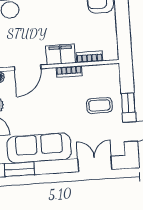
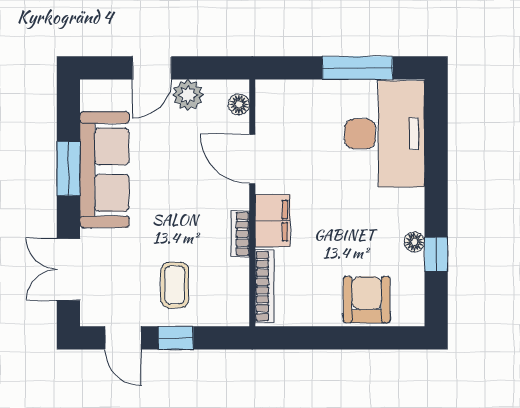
bookcase: (89, 57) -> (265, 286), width x1.56
double door: (95, 164) -> (68, 270), swing flipped
window: (20, 169) -> (68, 169), moved

